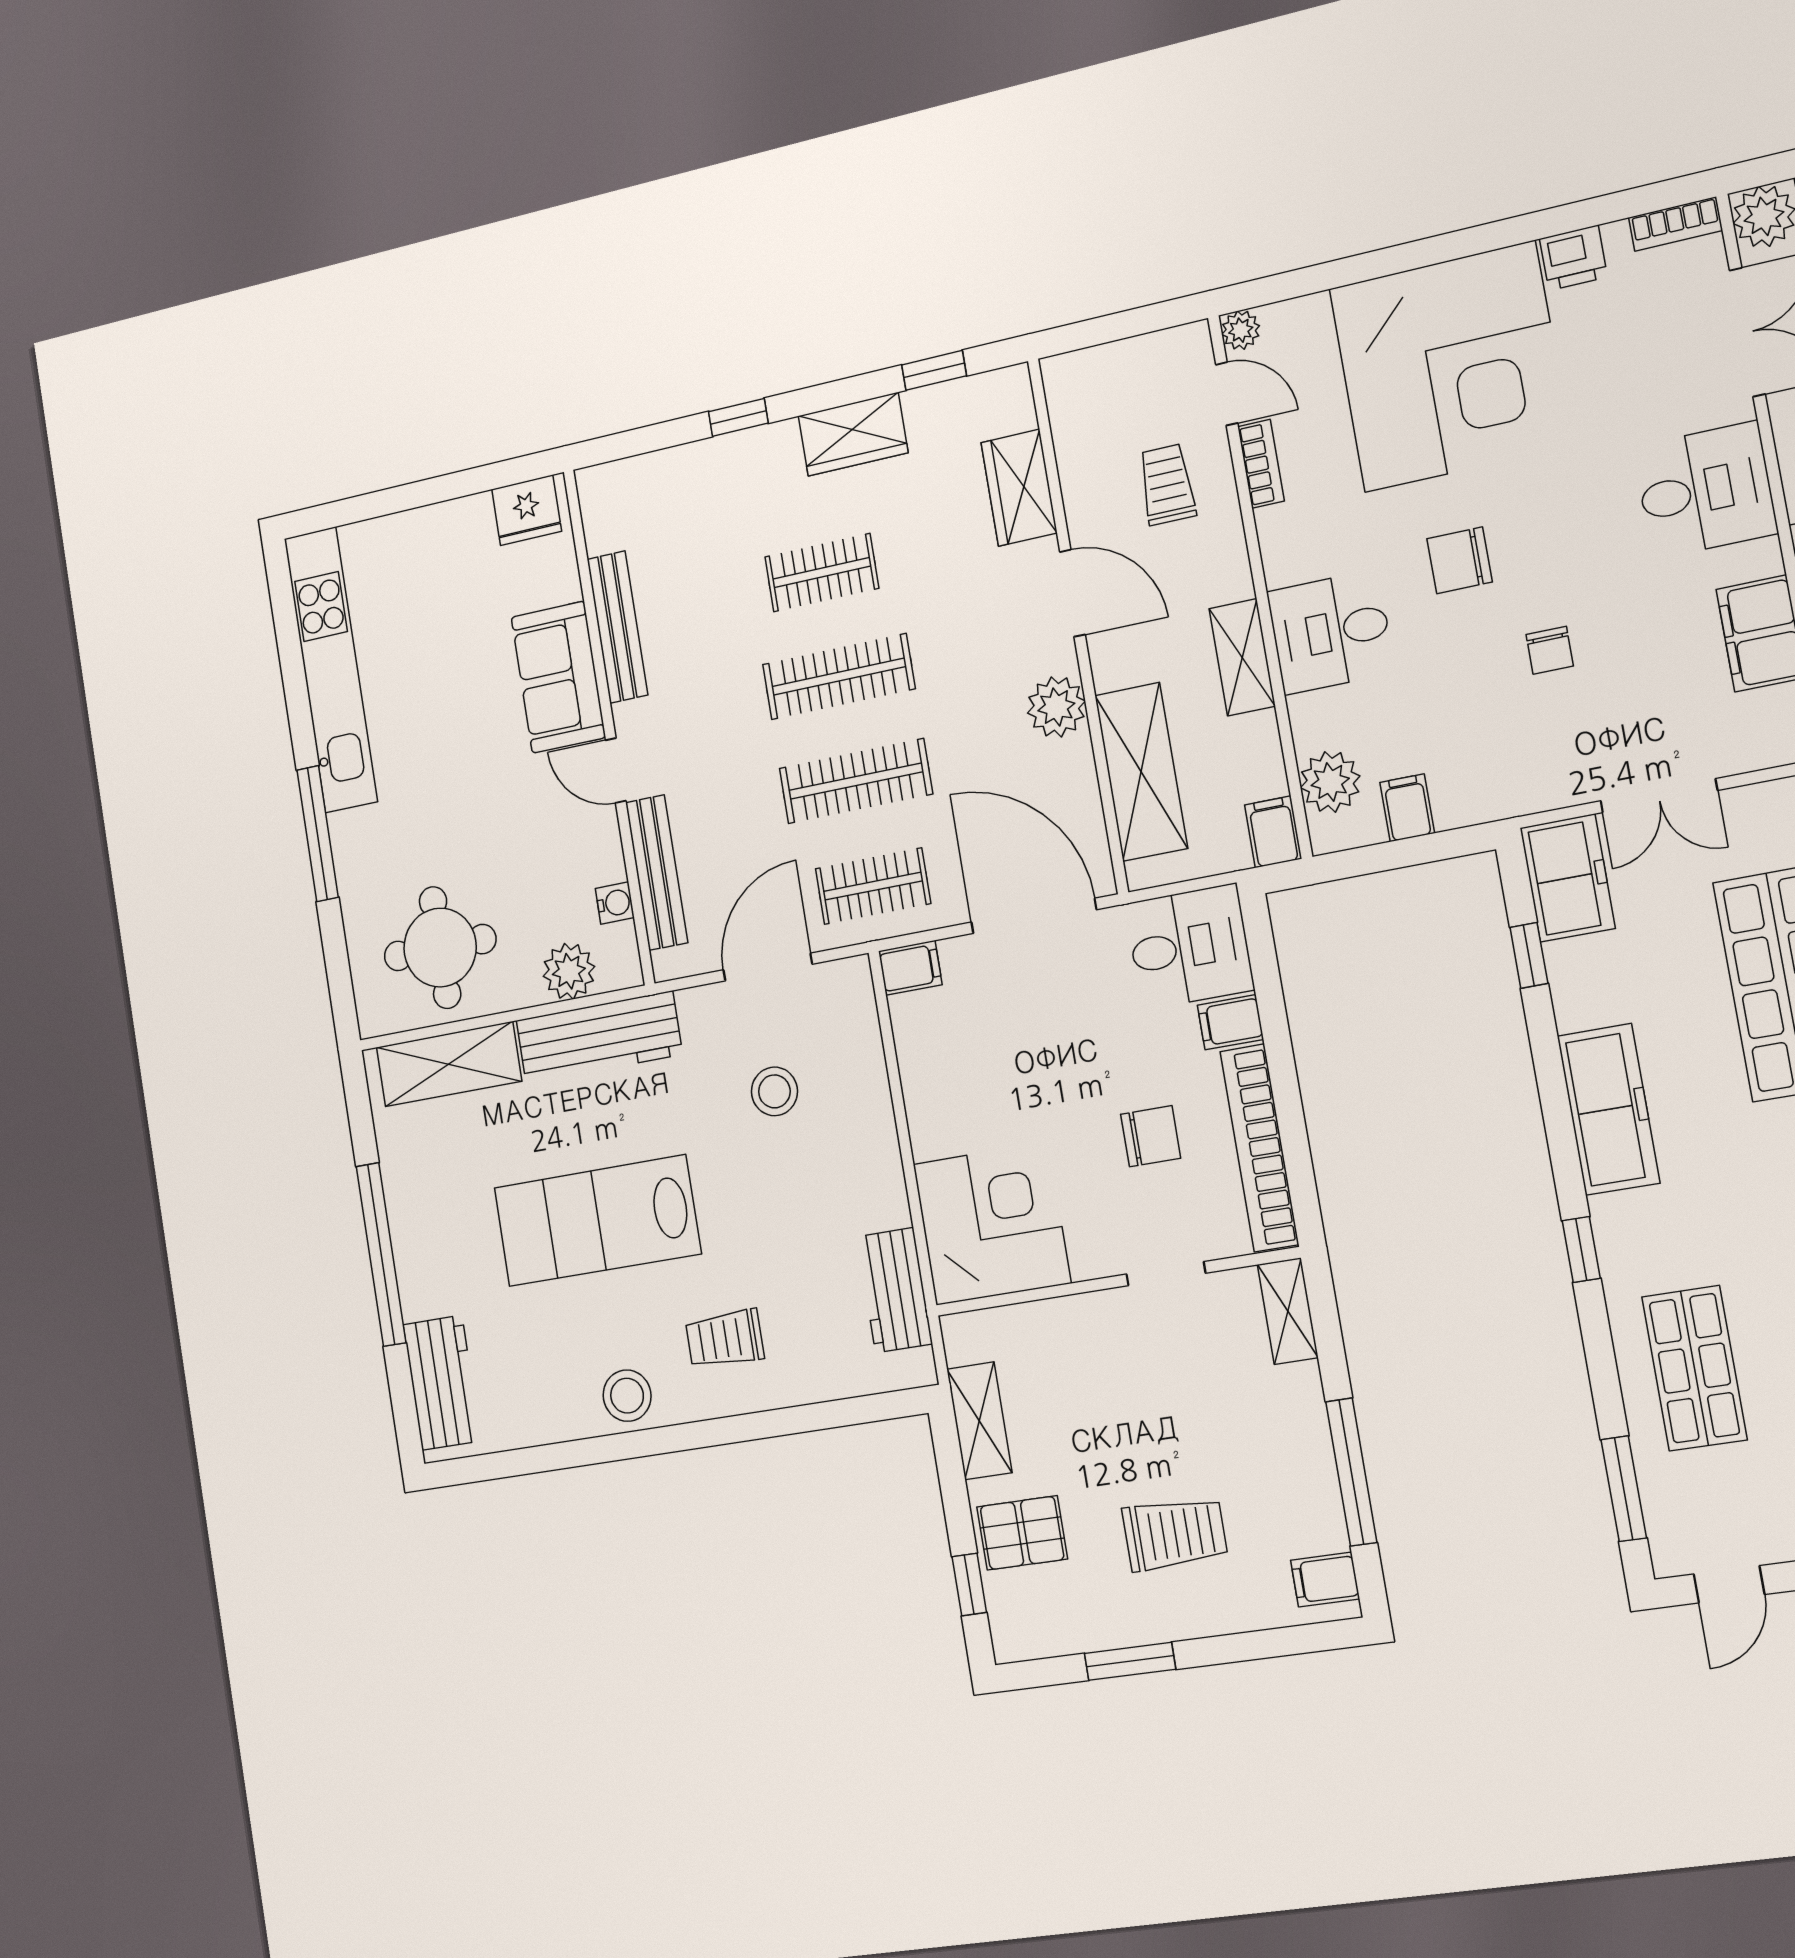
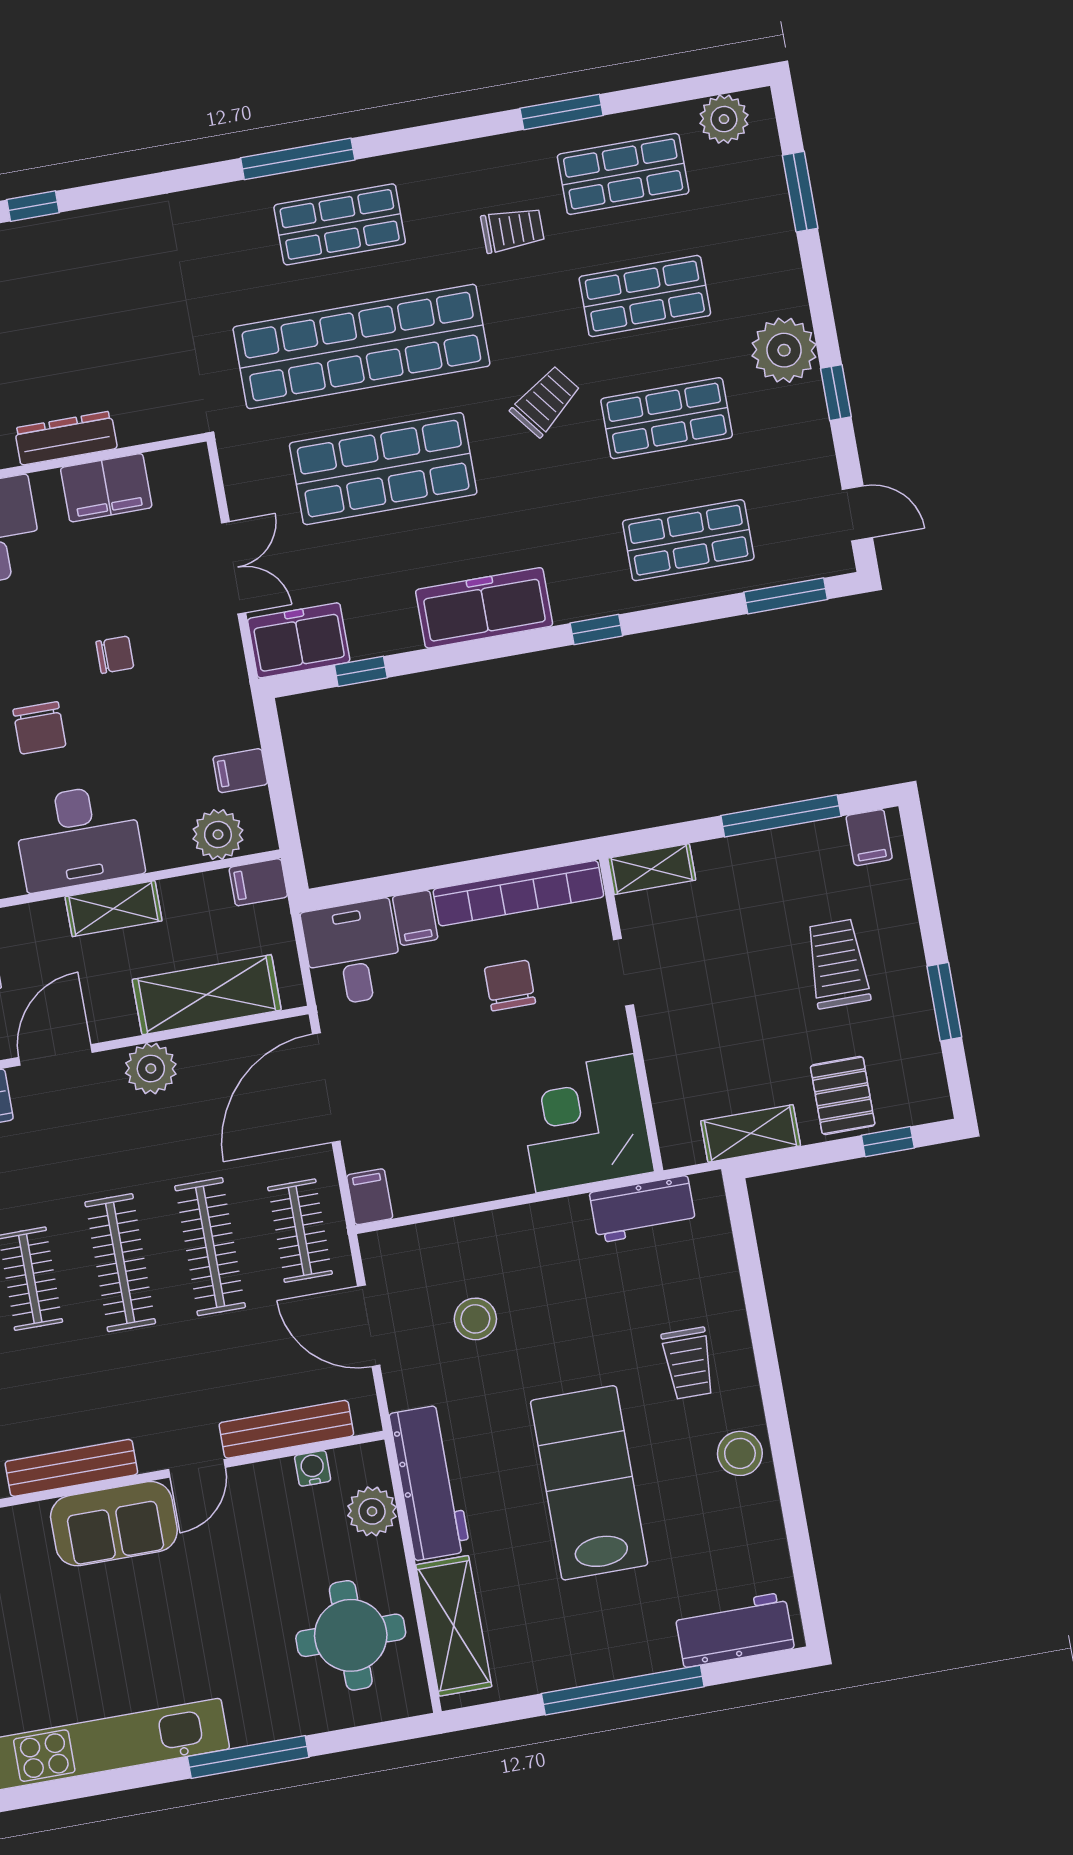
desk: (1331, 632) -> (79, 837), width x1.37
lab bench: (597, 1221) -> (589, 1483), turned 180

